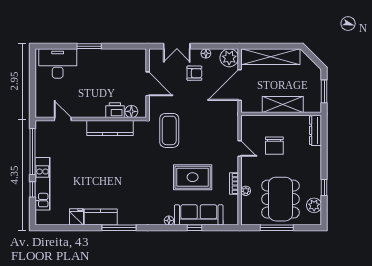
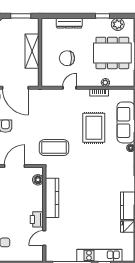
printer: (115, 110) -> (37, 219), moved
dresser: (316, 130) -> (69, 23), moved
chair: (274, 146) -> (67, 58), turned 180

